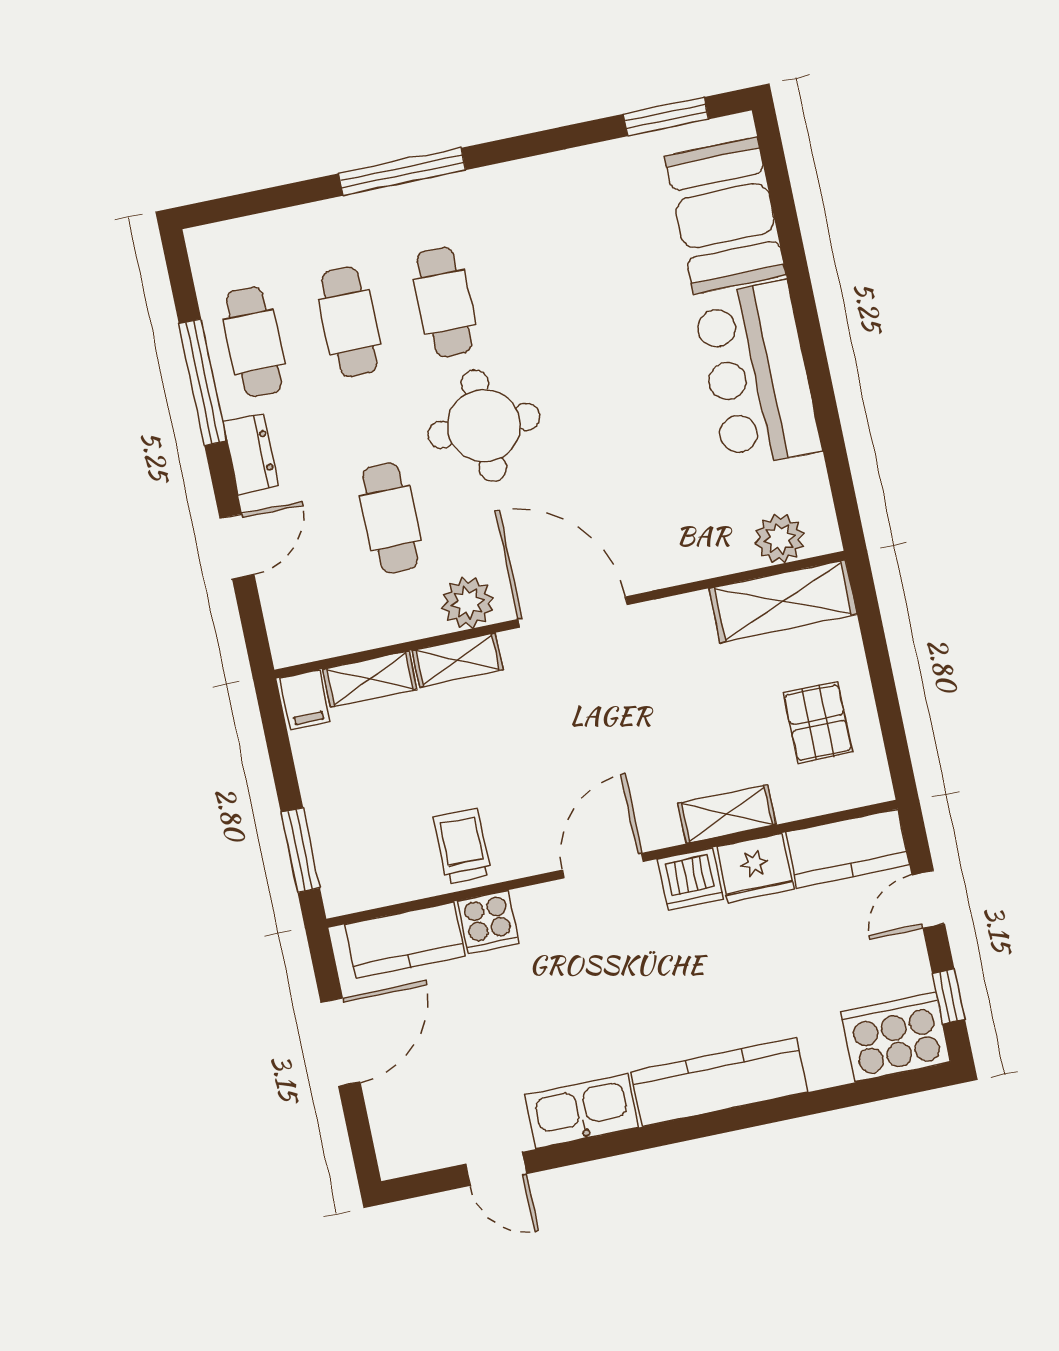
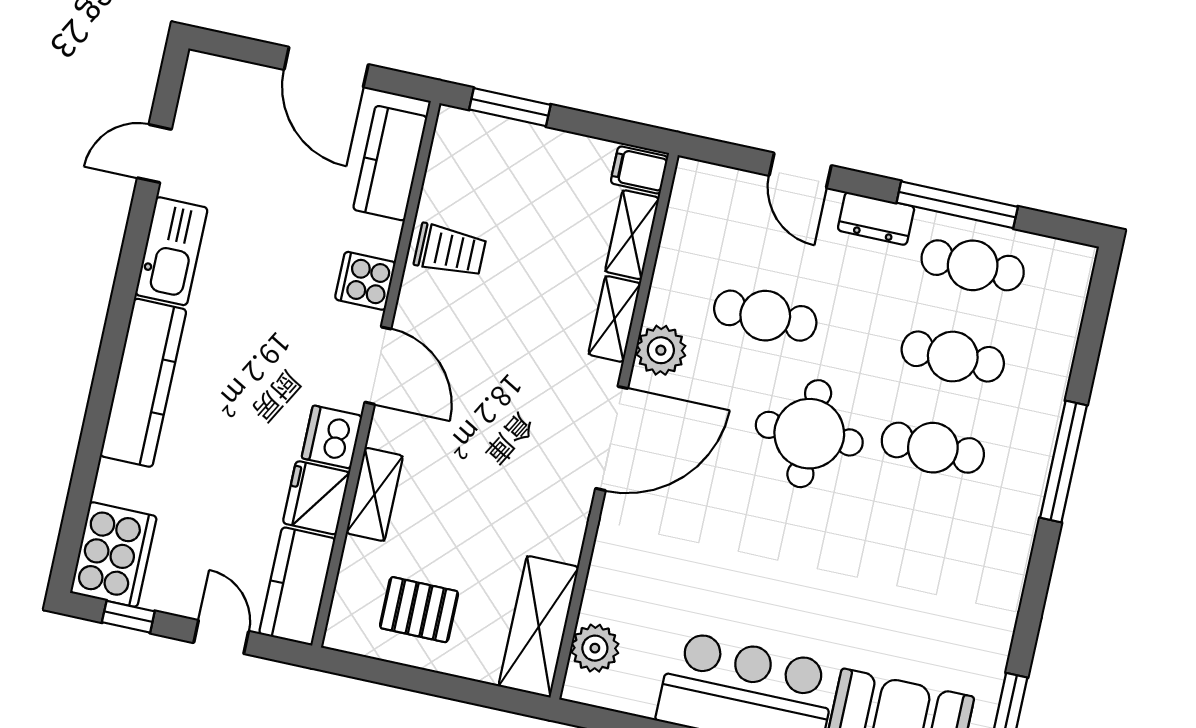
cooker: (488, 922) -> (365, 281), moved

